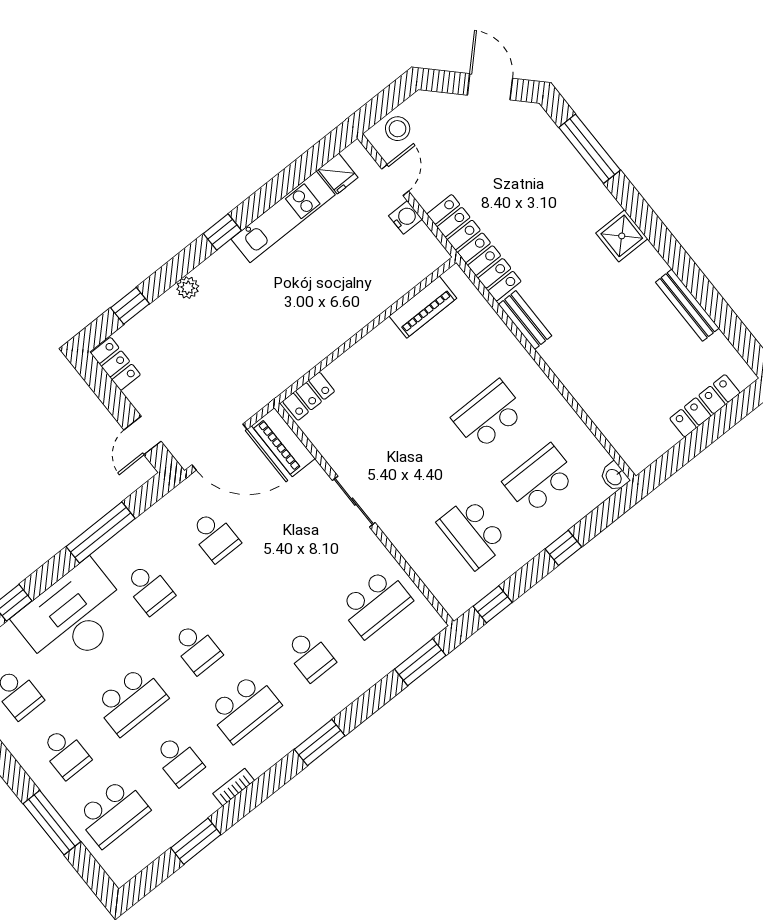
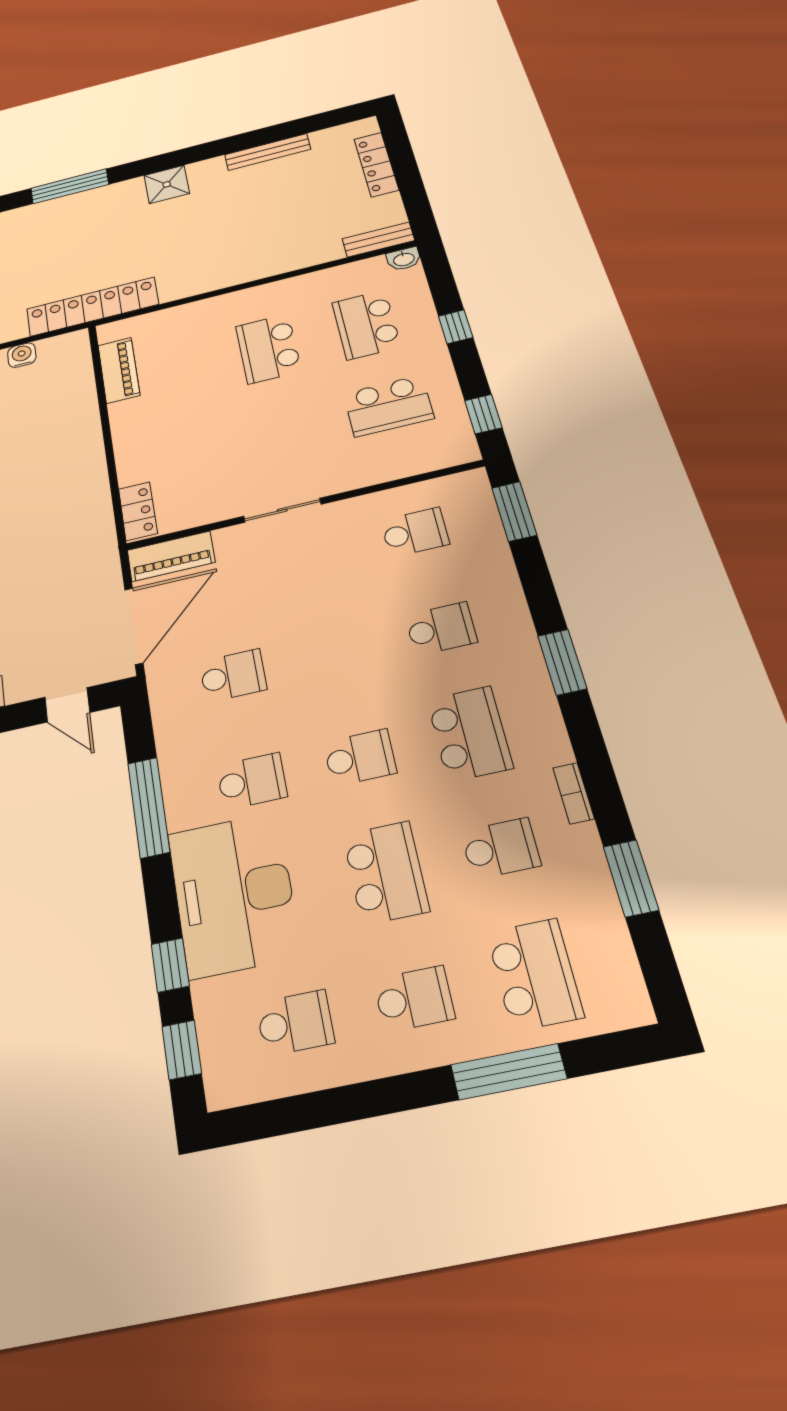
bench: (525, 320) -> (378, 240), moved
school desk: (375, 603) -> (415, 532), width x0.54

